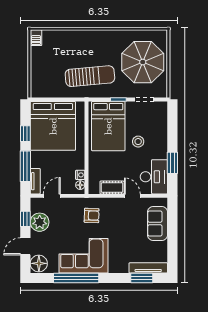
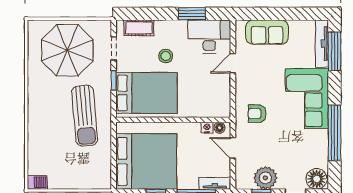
sun lounger: (90, 76) -> (85, 116), turned 180
cot: (112, 187) -> (139, 28), moved, turned 90
door: (52, 196) -> (233, 148), moved
armchair: (92, 215) -> (257, 114), turned -92
corner sofa: (83, 256) -> (307, 99), moved
window: (142, 278) -> (335, 52), width x1.44

